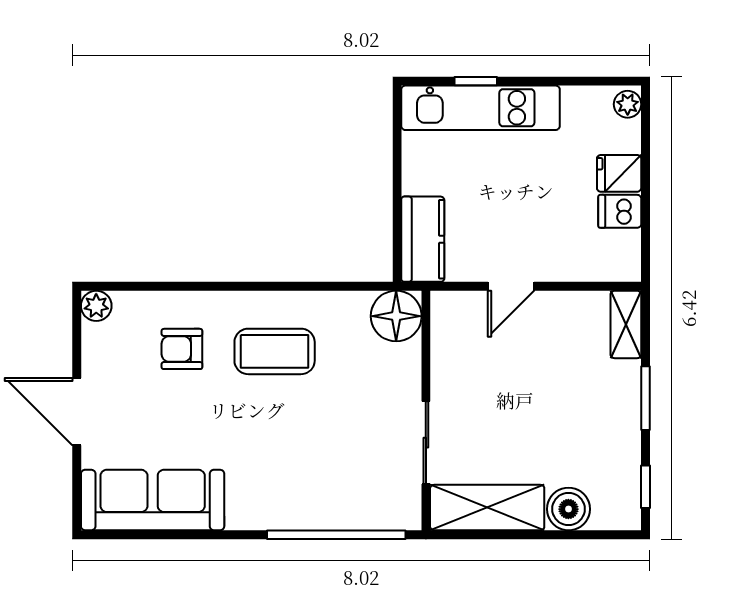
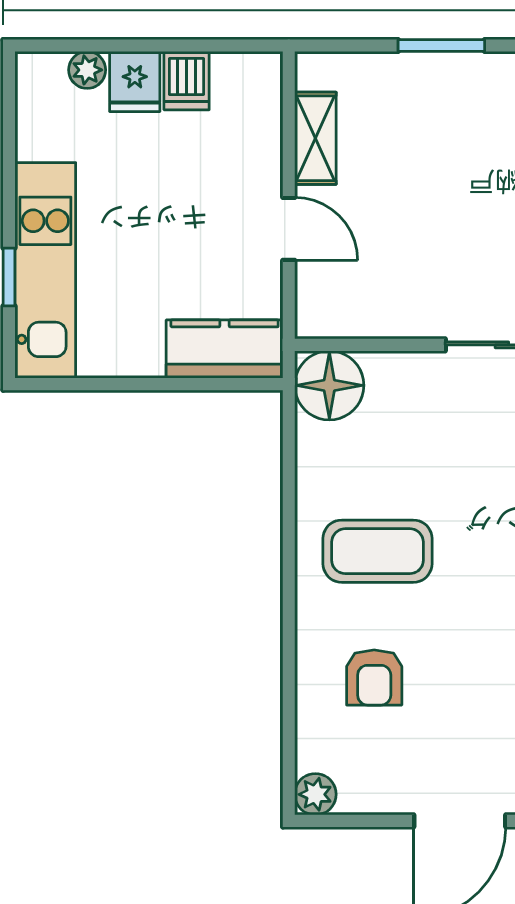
plant: (628, 104) -> (87, 70), moved
shelving: (626, 324) -> (315, 138), moved, turned 90
coffee table: (275, 351) -> (378, 551), turned 90

